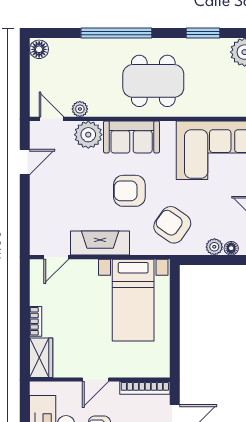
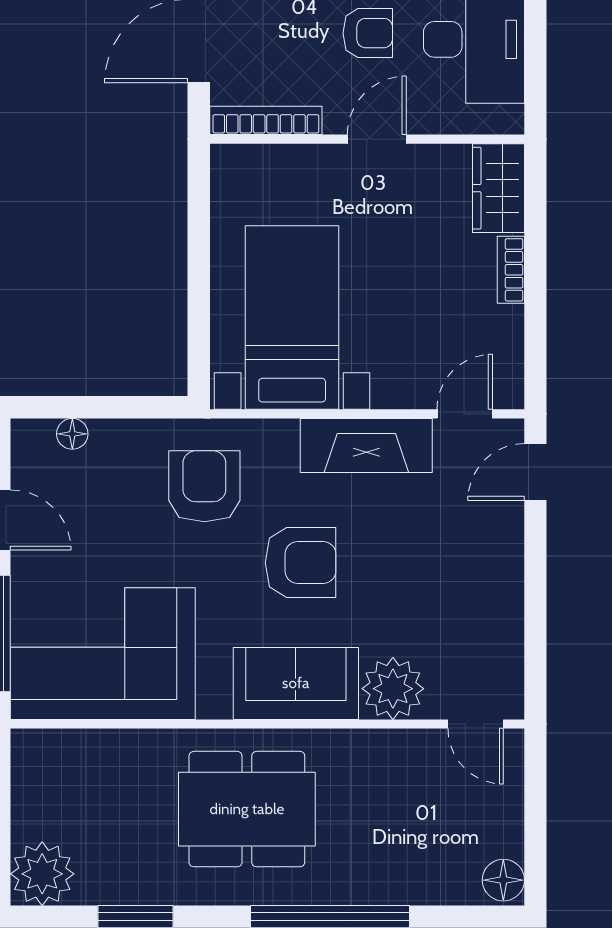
plant: (80, 109) -> (412, 746), removed
door: (25, 162) -> (535, 472), moved
armchair: (172, 225) -> (204, 486), turned -125
plant: (214, 247) -> (110, 437), removed

